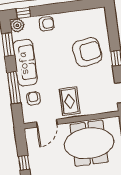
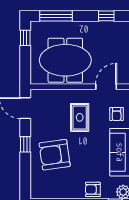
rug: (70, 101) -> (80, 117), moved

